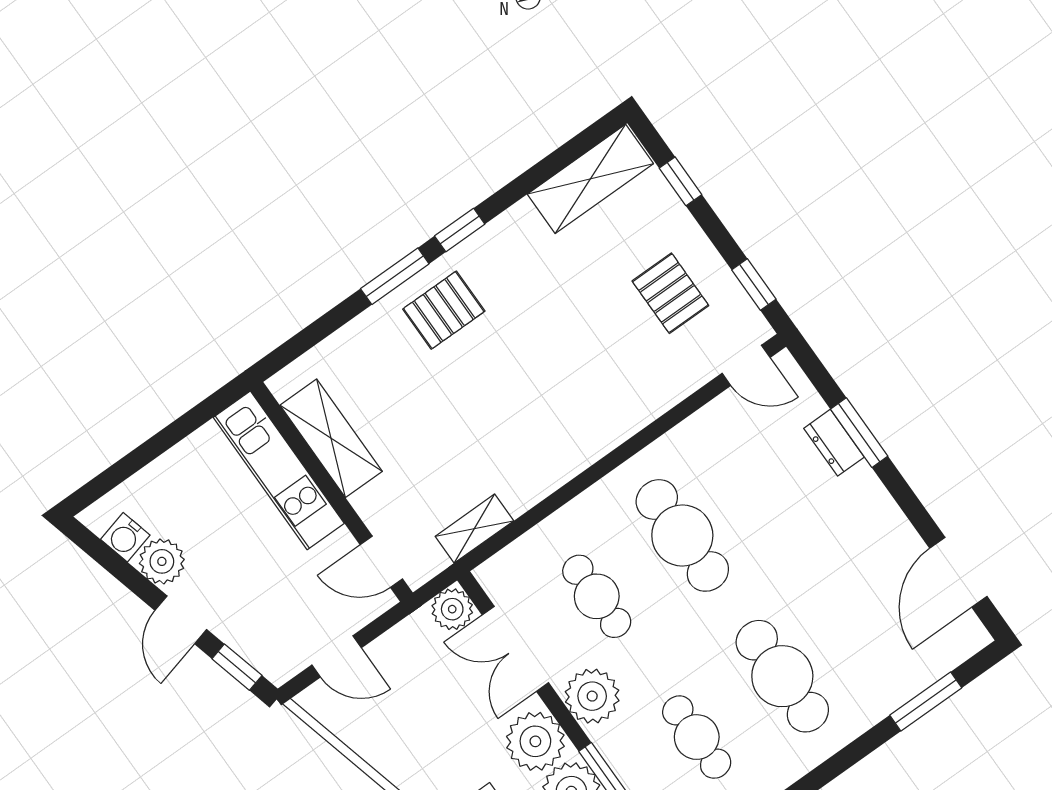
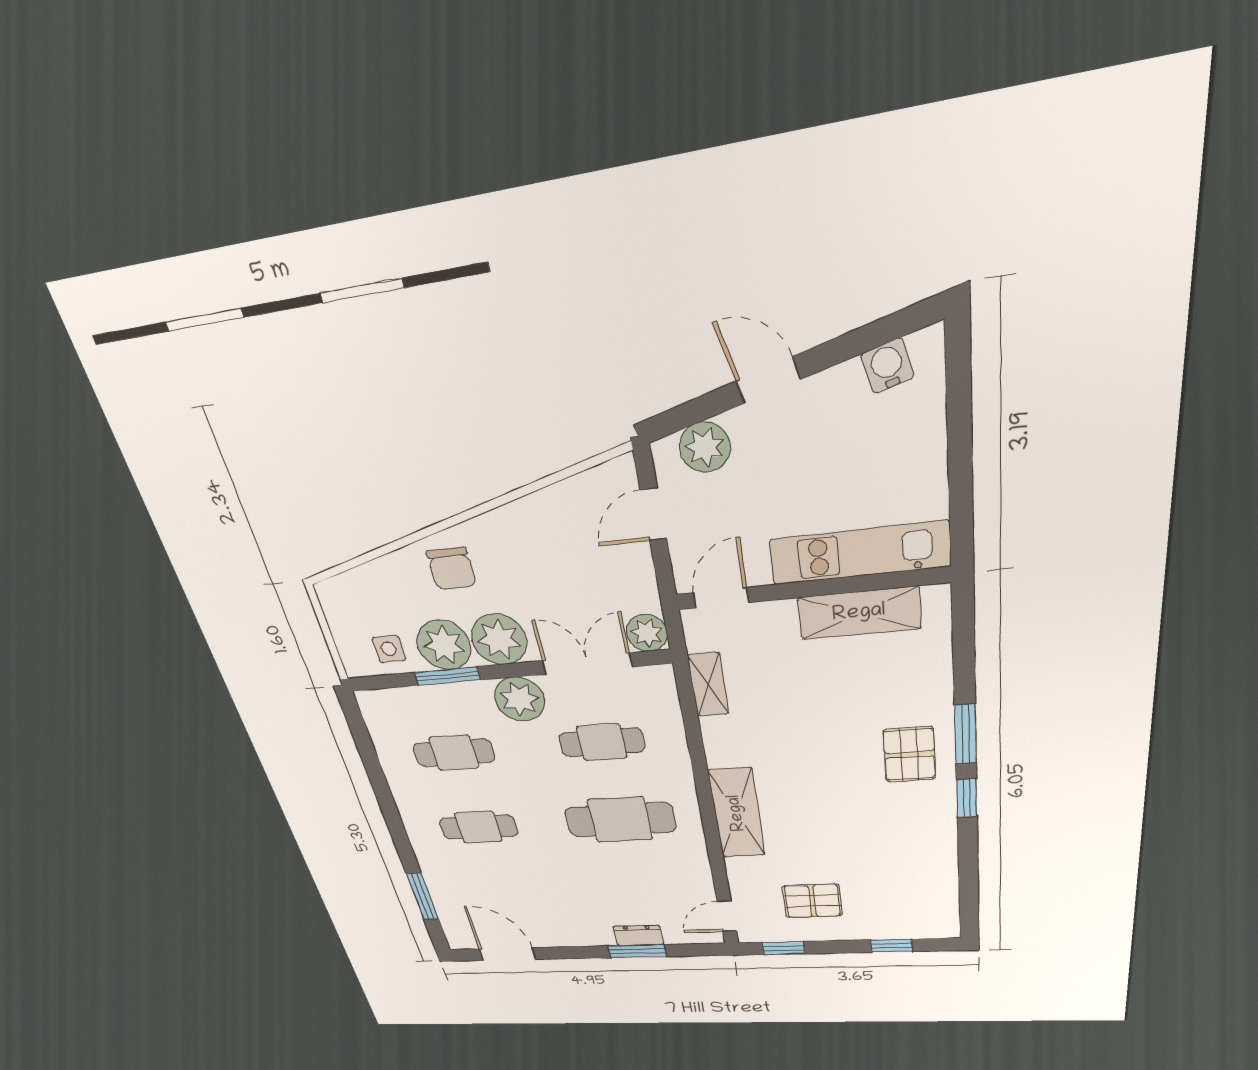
shelving: (590, 179) -> (737, 813), moved
plant: (162, 561) -> (705, 447), moved
window: (237, 667) -> (690, 413), removed
cafe table: (782, 676) -> (478, 827), width x0.73, depth x0.74

